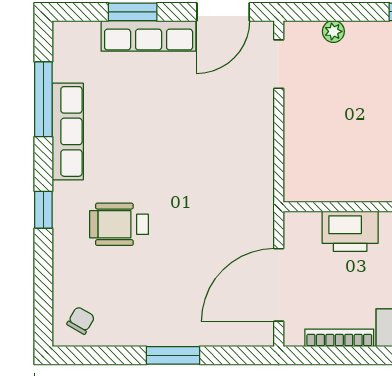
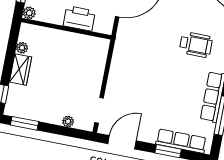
row of seats: (149, 36) -> (181, 141), moved

